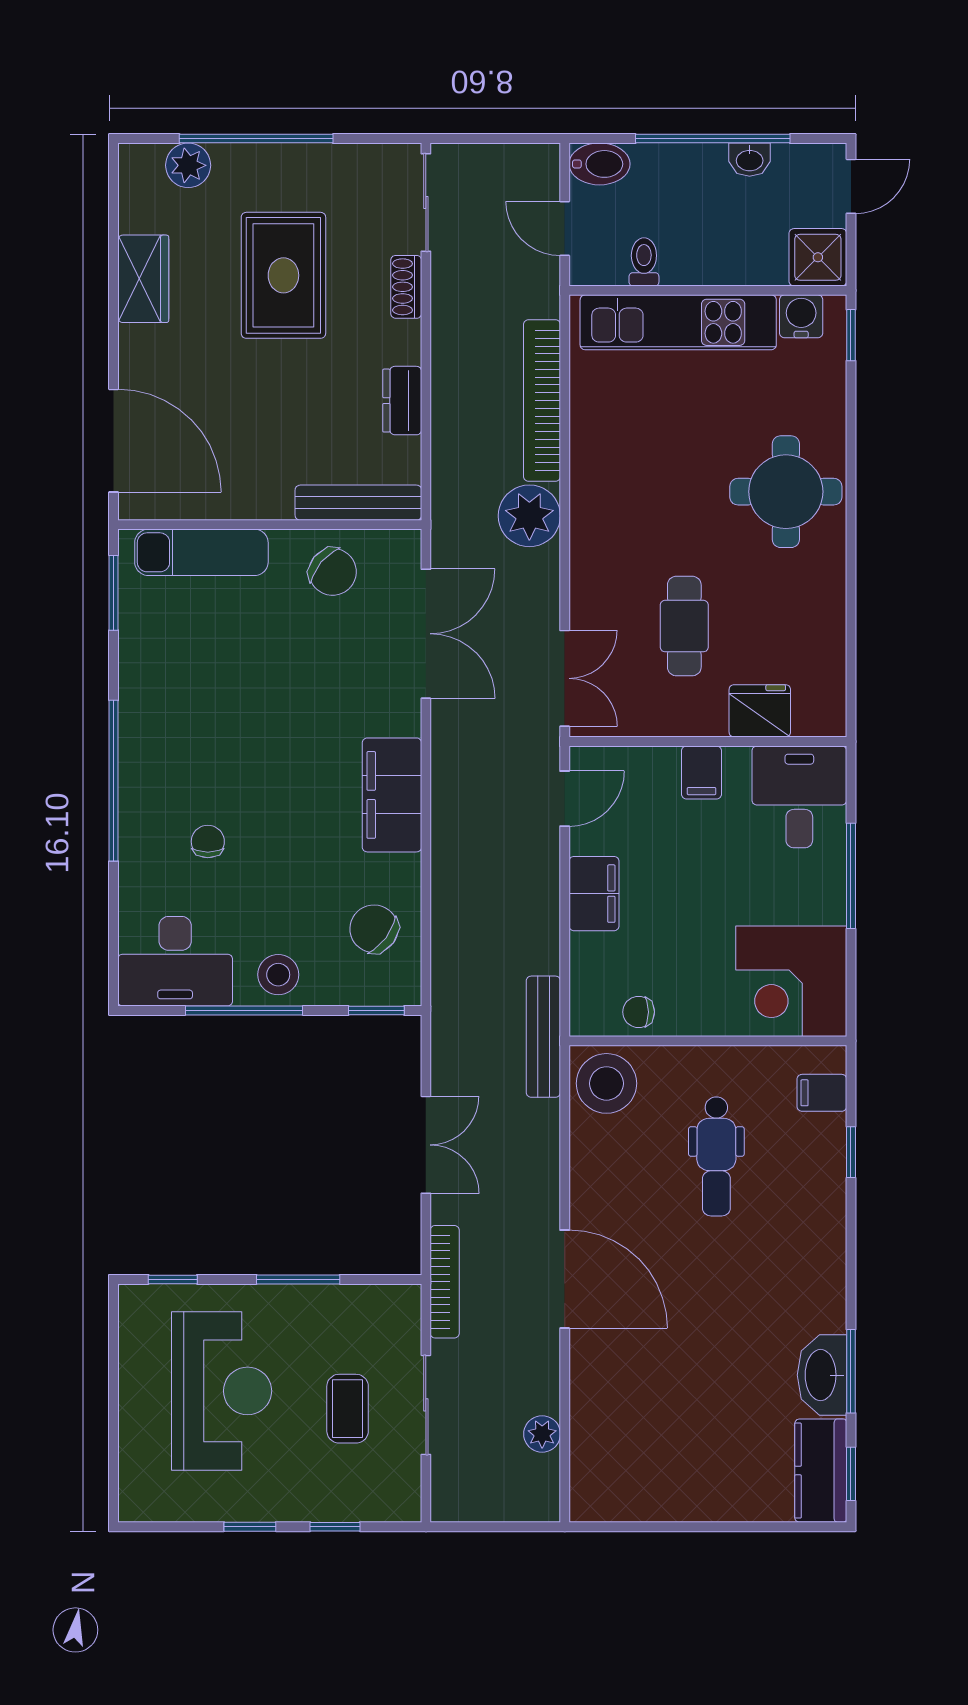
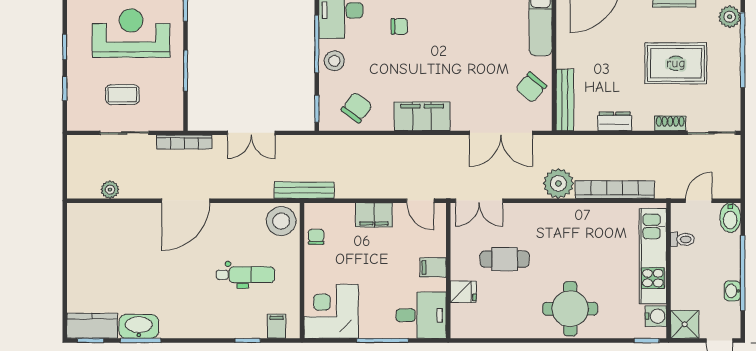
fridge: (760, 711) -> (463, 292), width x0.72
dental chair: (716, 1156) -> (246, 275), turned 180
reception desk: (222, 1391) -> (131, 33), turned 180

